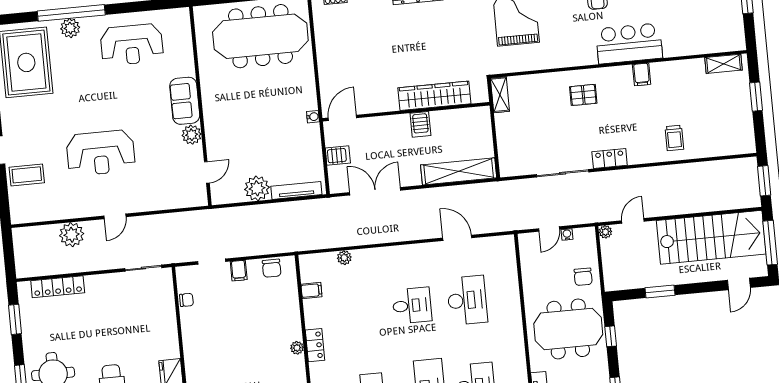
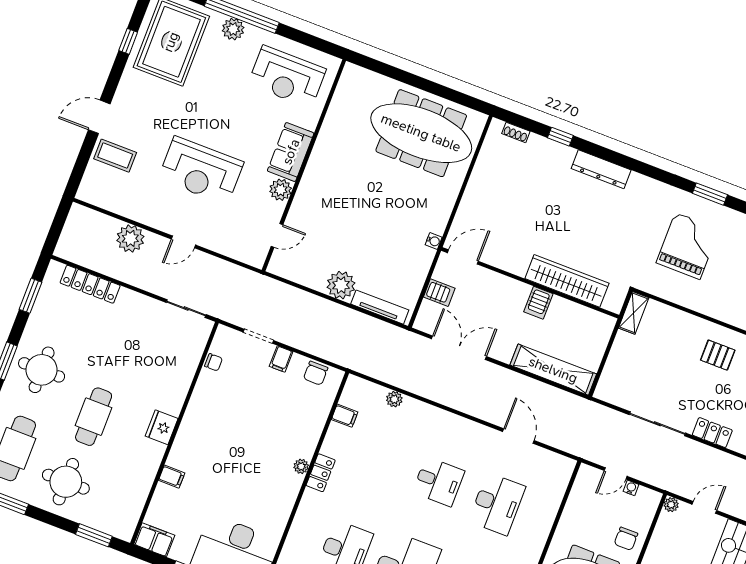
sofa: (185, 101) -> (291, 152), moved
wall: (200, 106) -> (304, 165), moved
plant: (192, 135) -> (281, 190), moved
door: (207, 172) -> (277, 235), moved

